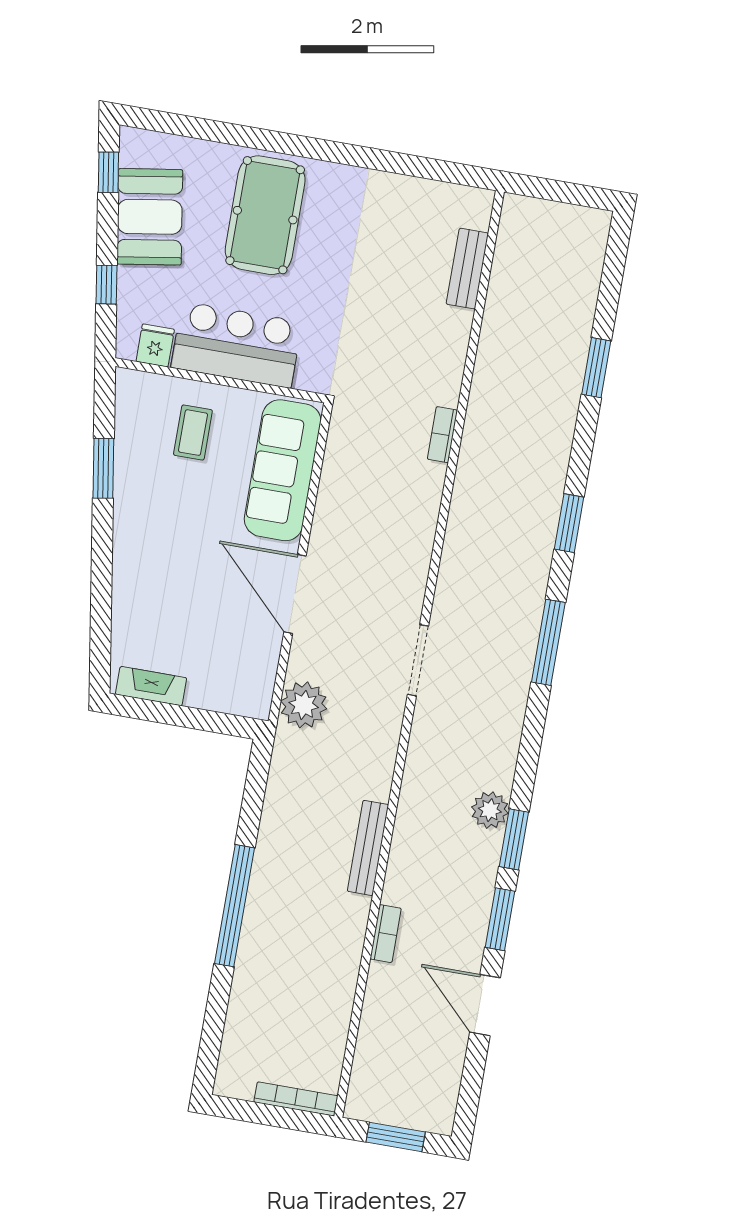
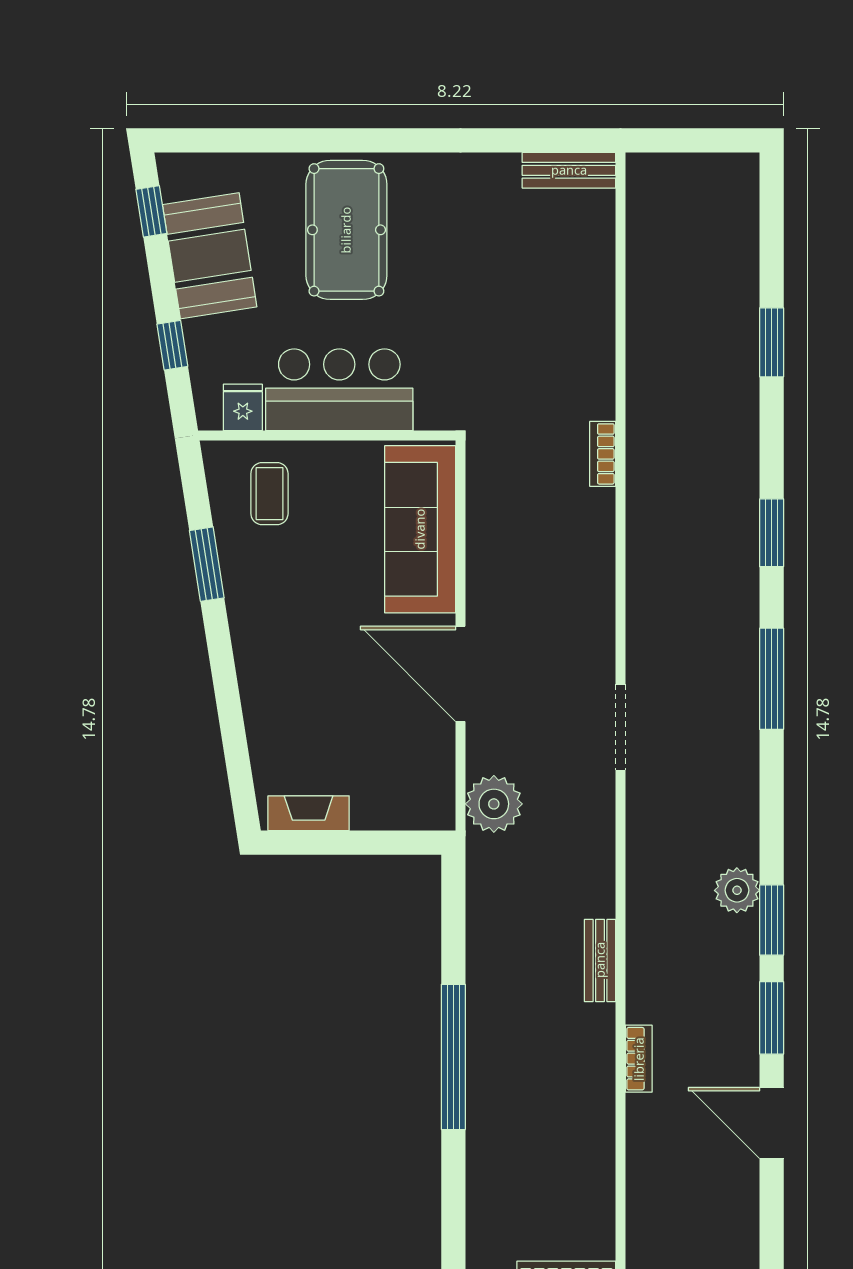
bench: (467, 269) -> (569, 170), moved, turned 90
coffee table: (193, 433) -> (269, 494), moved
bench: (368, 848) -> (600, 960), width x0.73

